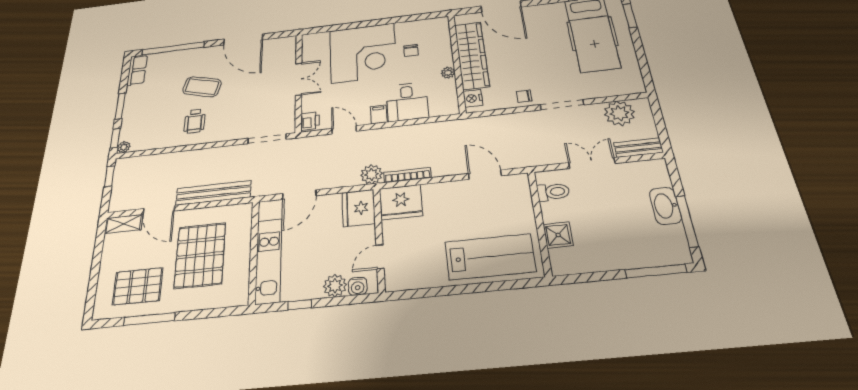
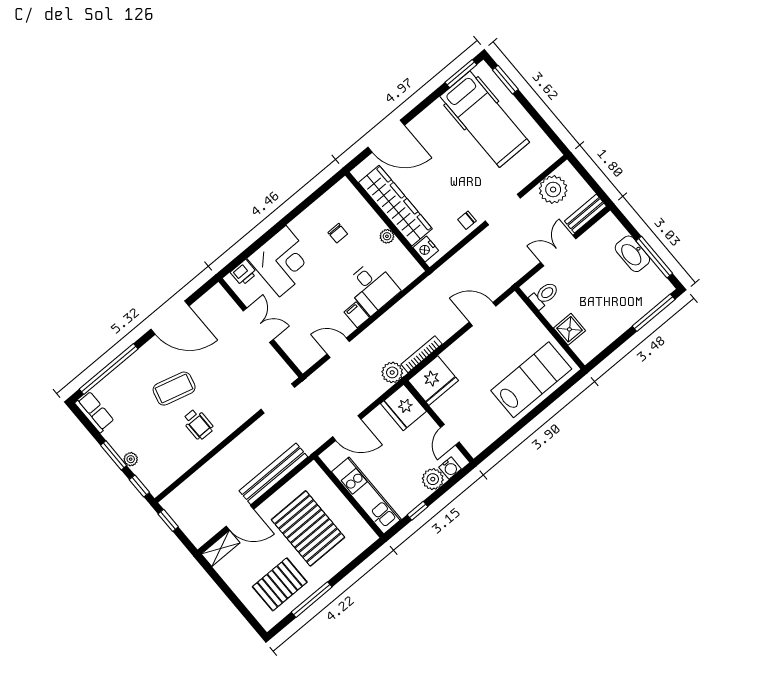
corner desk: (363, 53) -> (283, 261), width x0.74, depth x0.74
printer: (310, 121) -> (244, 273), moved, turned 90
plant: (124, 147) -> (131, 459), moved
door: (299, 195) -> (347, 428), hinge flipped

